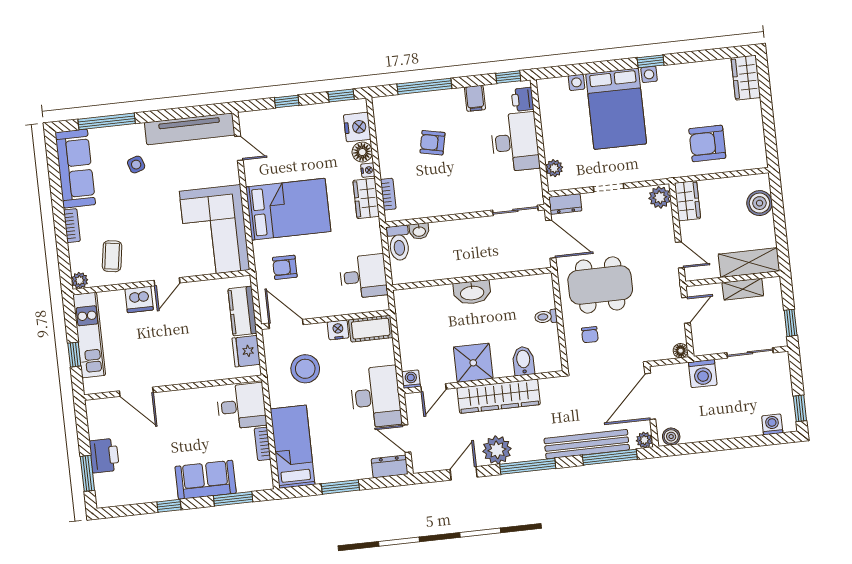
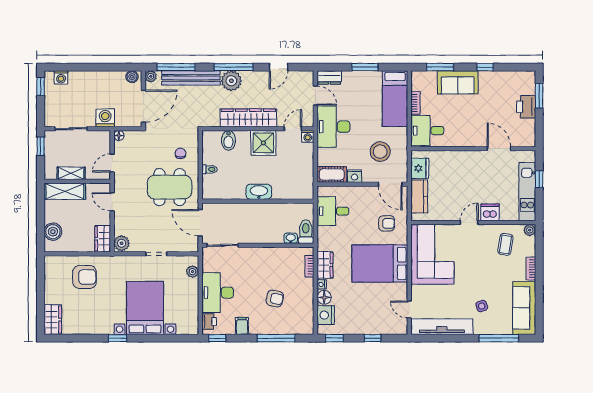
dresser: (565, 204) -> (188, 246), removed
plant: (497, 450) -> (231, 81), moved

